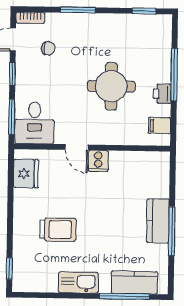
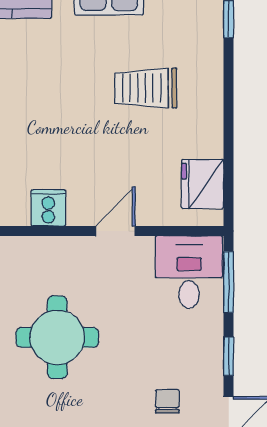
chair: (48, 48) -> (167, 401), turned 90
door: (77, 147) -> (115, 231), hinge flipped
cooker: (98, 161) -> (48, 208), moved

